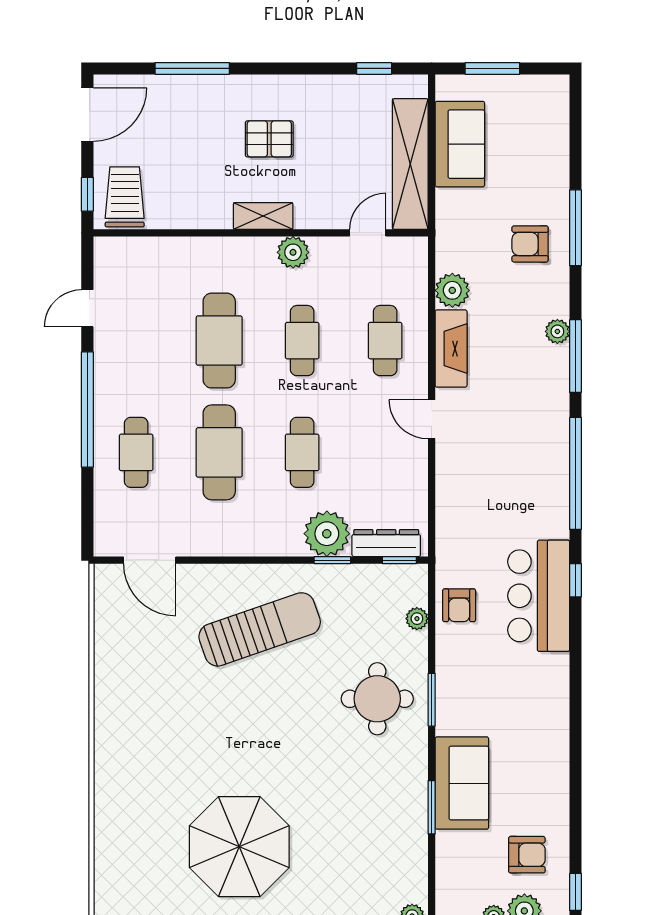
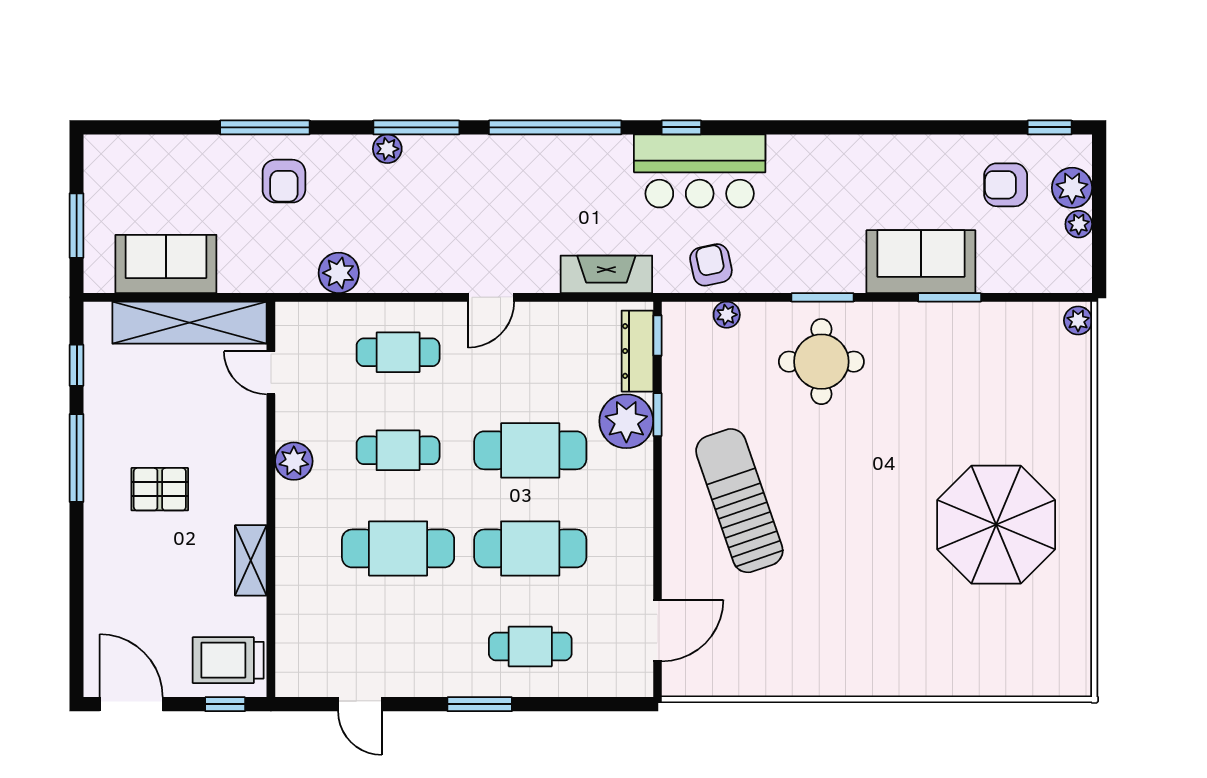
window: (192, 68) -> (77, 458), moved
pallet: (269, 139) -> (160, 489), turned 90
shelving: (263, 216) -> (251, 560), moved
fireplace: (451, 349) -> (606, 274), moved
window: (87, 410) -> (480, 704), width x0.47
cafe table: (302, 452) -> (530, 450), width x1.37, depth x1.35
armchair: (459, 605) -> (711, 265), turned -102
armchair: (527, 855) -> (1006, 185), turned -90

